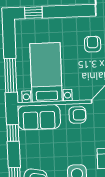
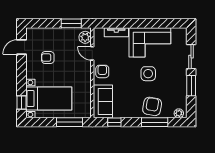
bed with nightstands: (46, 72) -> (49, 99), moved, turned 180

